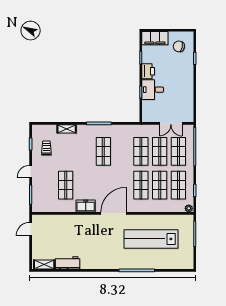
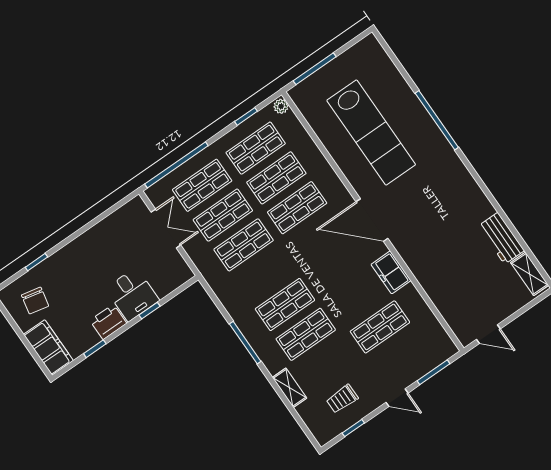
shop shelf: (85, 151) -> (306, 334), added

